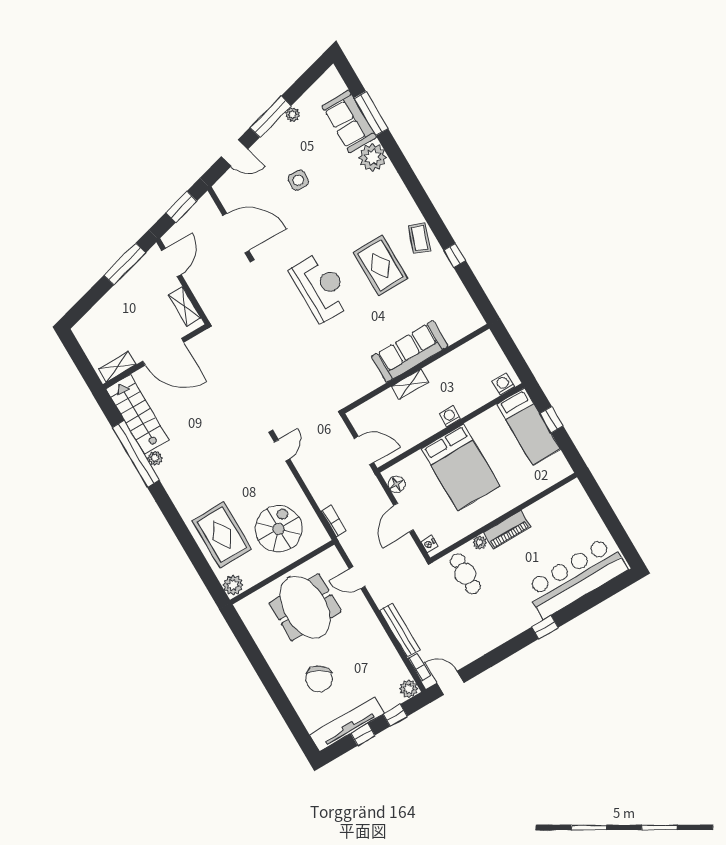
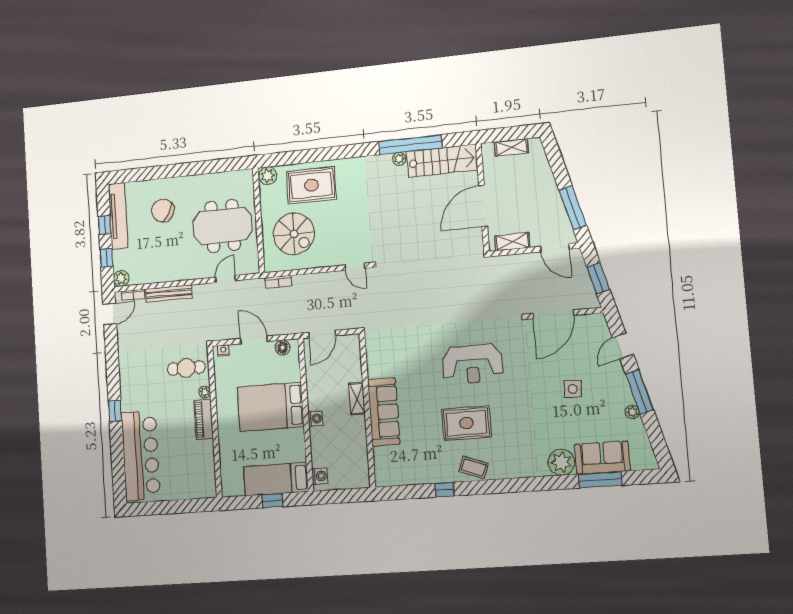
shelving: (117, 367) -> (511, 147), moved, turned 90

